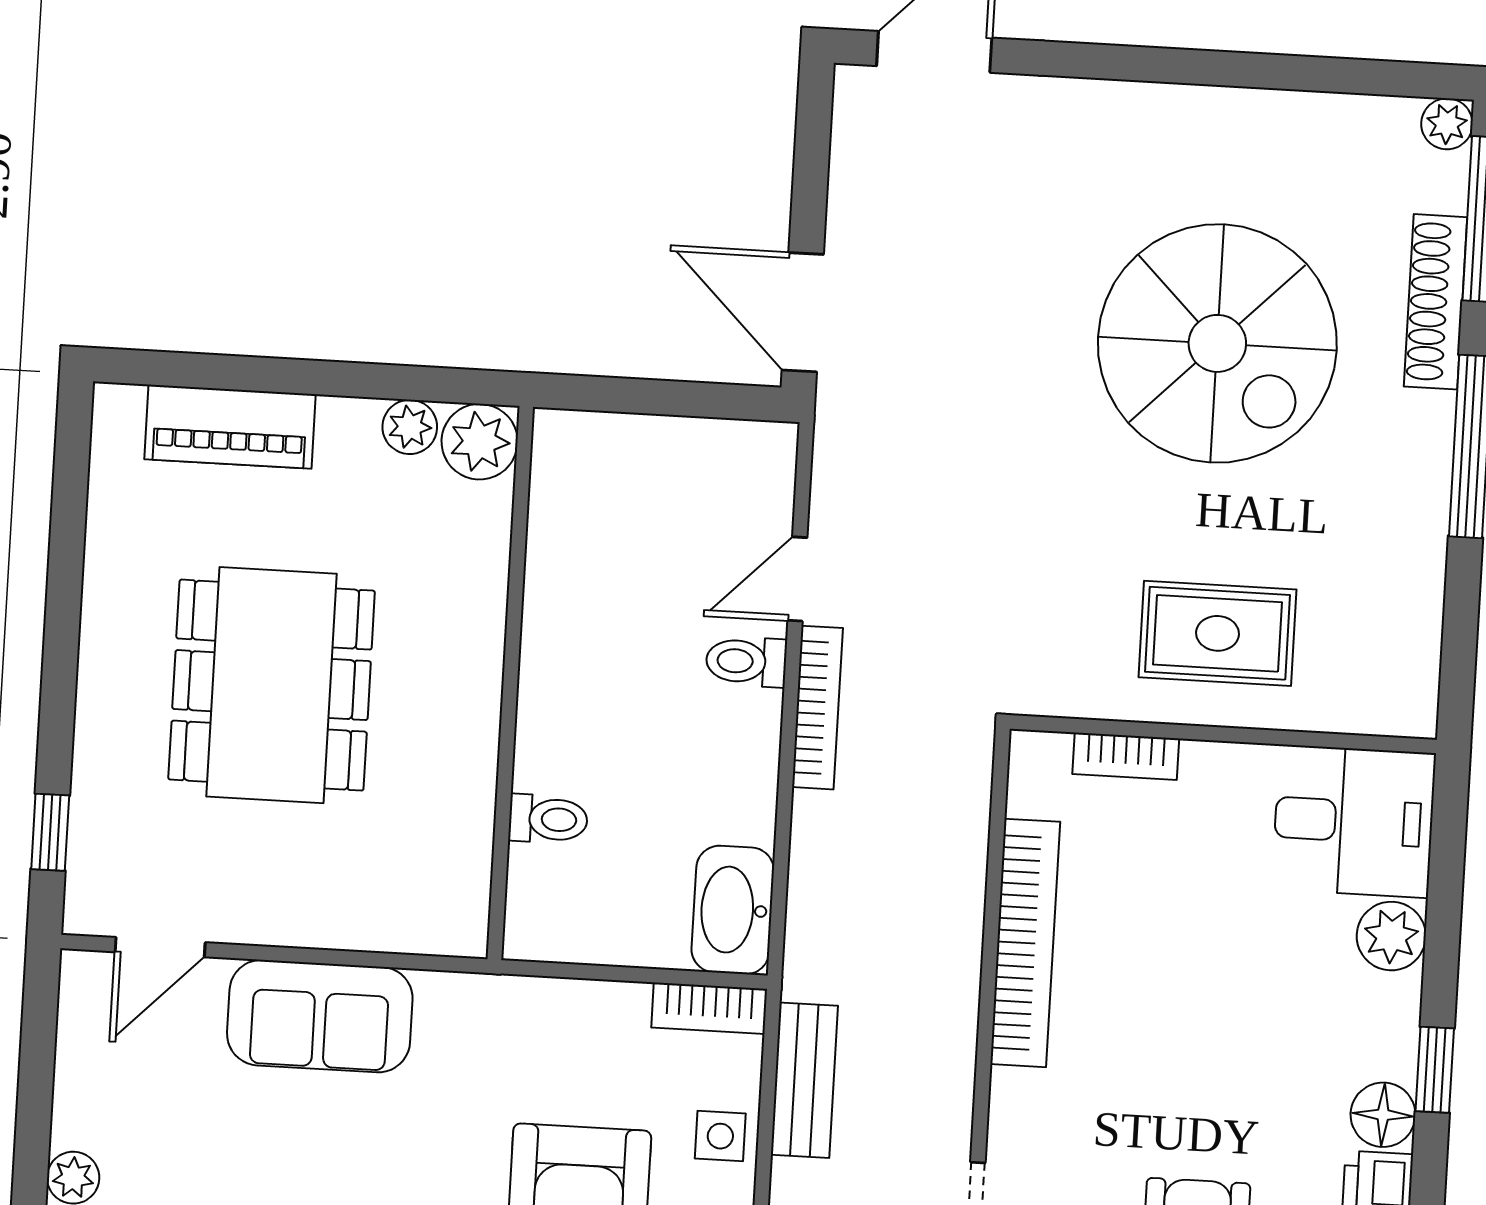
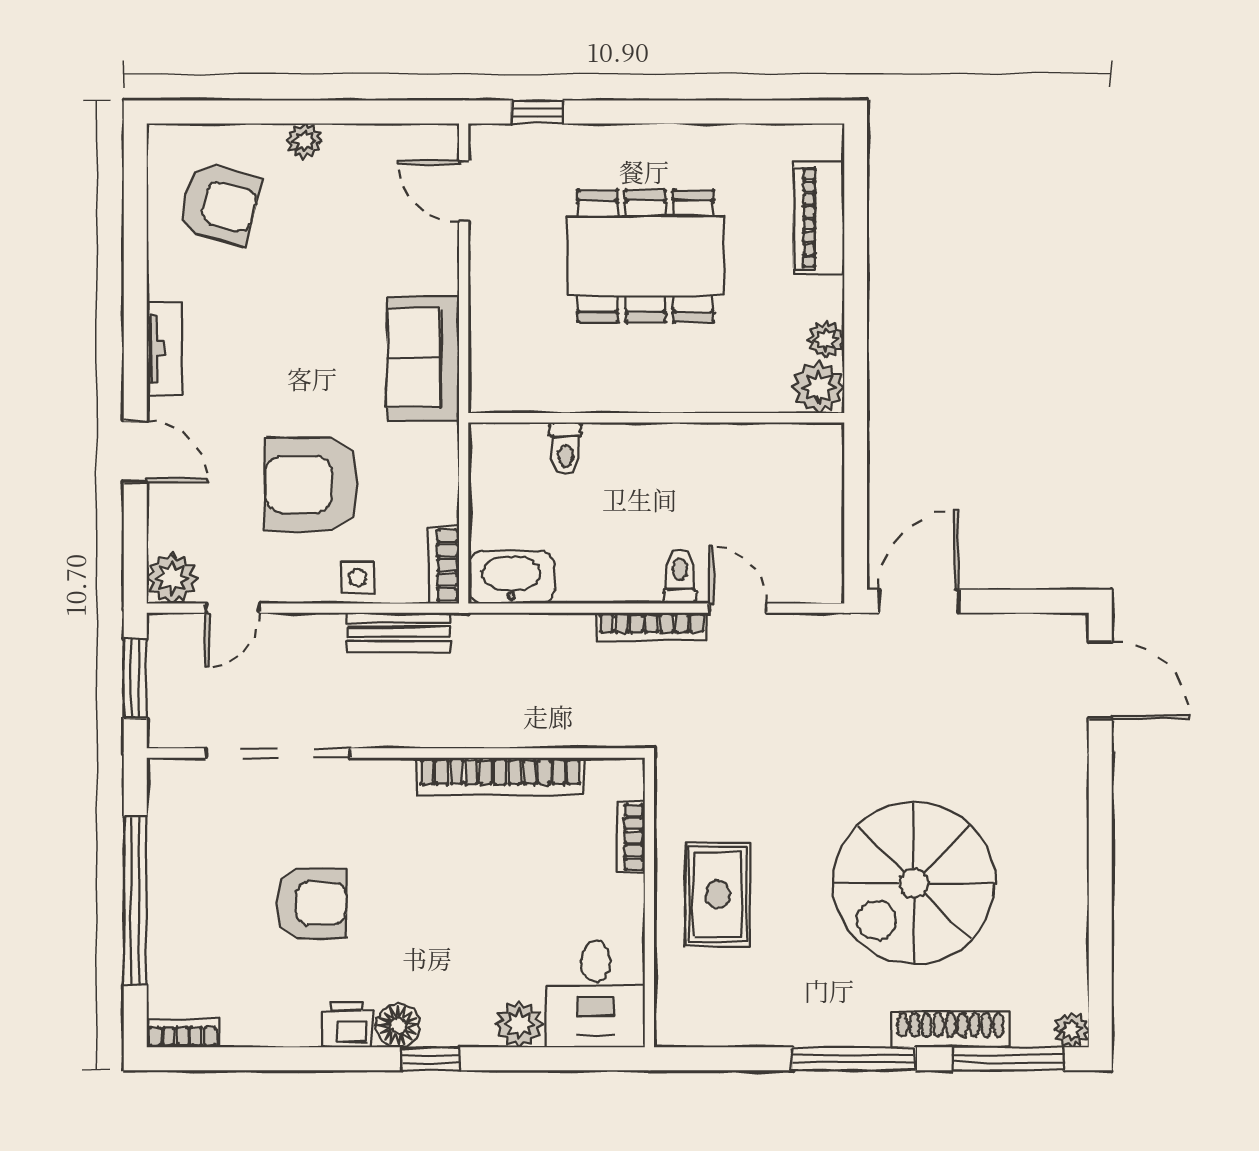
sofa: (320, 1016) -> (423, 358), moved

